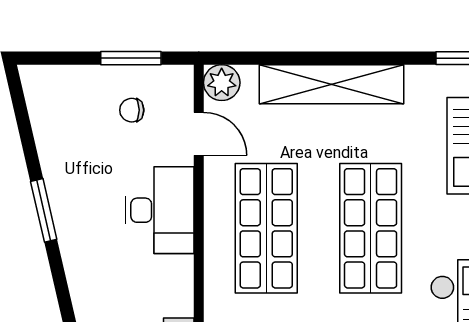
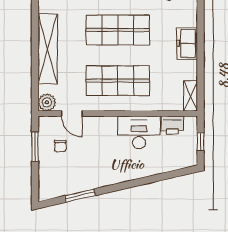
door: (199, 134) -> (72, 113), swing flipped
window: (44, 210) -> (80, 196), moved
desk: (160, 210) -> (139, 132), moved

